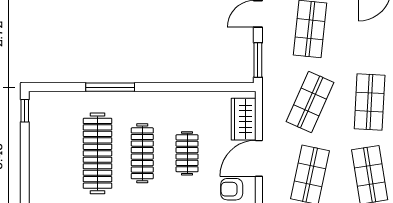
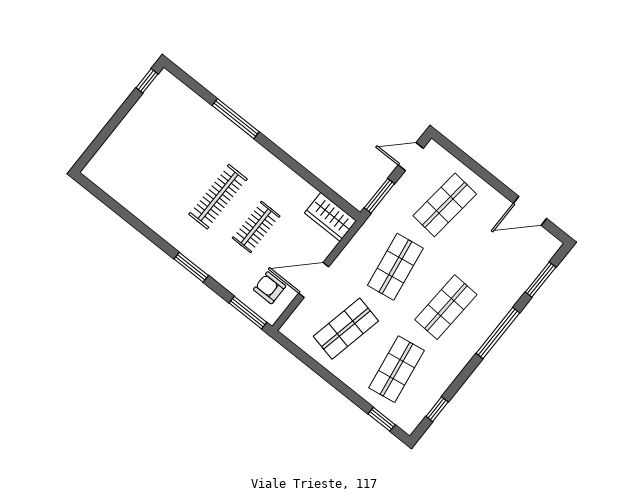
shop shelf: (310, 102) -> (395, 267), turned -33
wardrobe: (244, 119) -> (331, 217), moved, turned -90
clothes rail: (98, 153) -> (180, 166), removed

